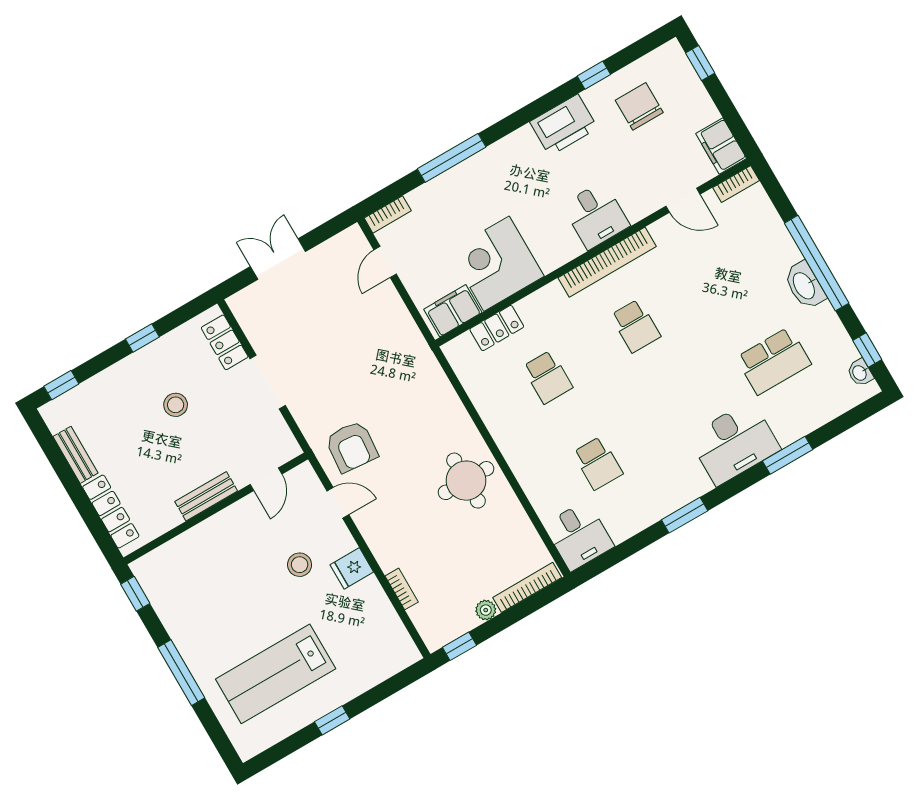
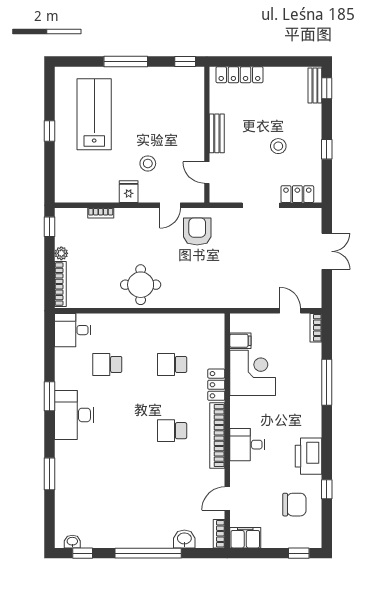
washbasin: (805, 285) -> (184, 539), moved, width x0.72
filing cabinet: (453, 311) -> (240, 341), width x0.50
locker: (497, 328) -> (216, 385), moved
school desk: (774, 361) -> (107, 497), removed
desk: (734, 443) -> (74, 415), moved
armchair: (352, 447) -> (197, 231), turned 85
bench: (76, 455) -> (315, 85), moved, turned 90

